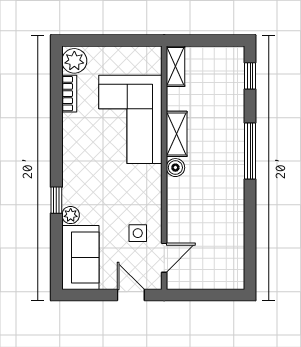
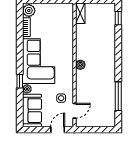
corner sofa: (130, 119) -> (39, 61), moved, turned 180
shelving: (177, 134) -> (81, 48), removed
window: (250, 151) -> (118, 96), moved
door: (131, 295) -> (58, 130), hinge flipped

